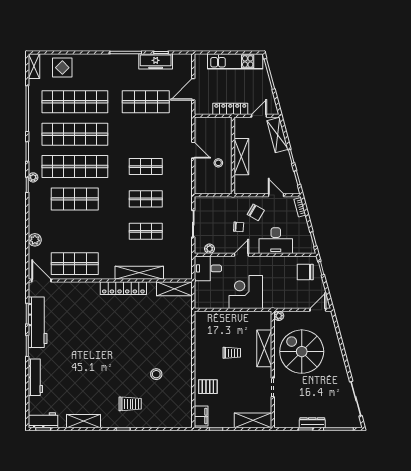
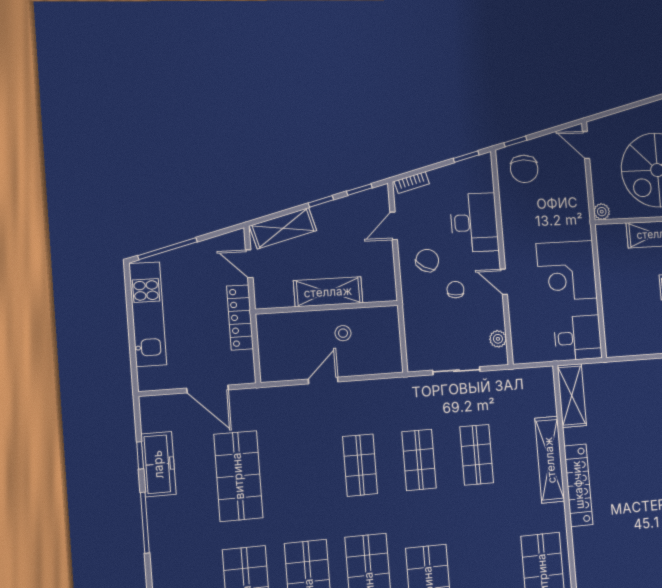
desk: (208, 268) -> (578, 338), moved, turned -90

